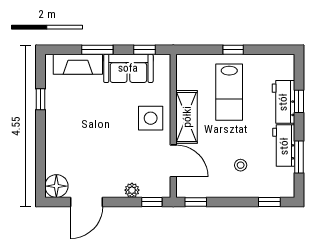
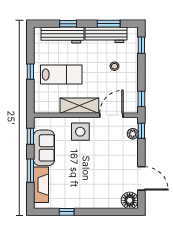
workbench: (283, 102) -> (63, 35), width x1.37
workbench: (284, 146) -> (106, 35), width x1.38
plant: (132, 190) -> (133, 134), moved

